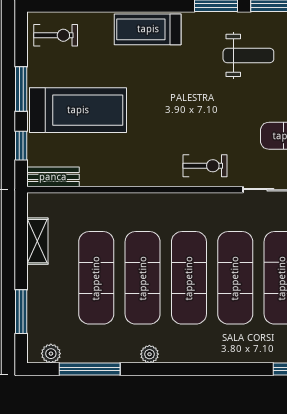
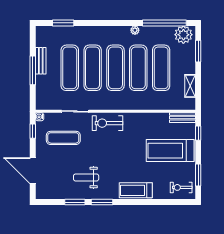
treadmill: (148, 29) -> (136, 190), turned 180
window: (21, 89) -> (198, 175), moved
exercise bike: (205, 166) -> (108, 123), width x1.38, depth x1.39
plant: (51, 354) -> (183, 35), width x1.88, depth x1.88
window: (90, 369) -> (164, 23), width x1.46

